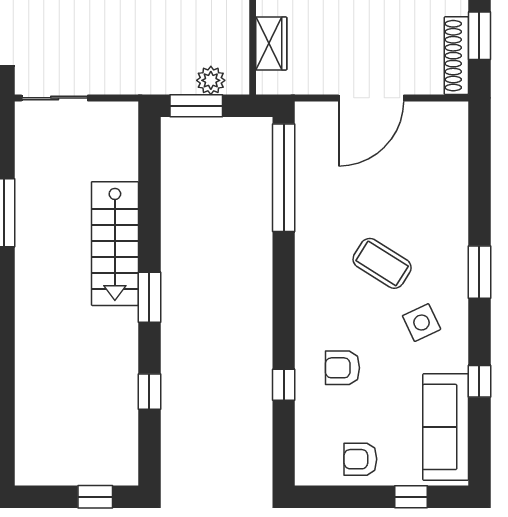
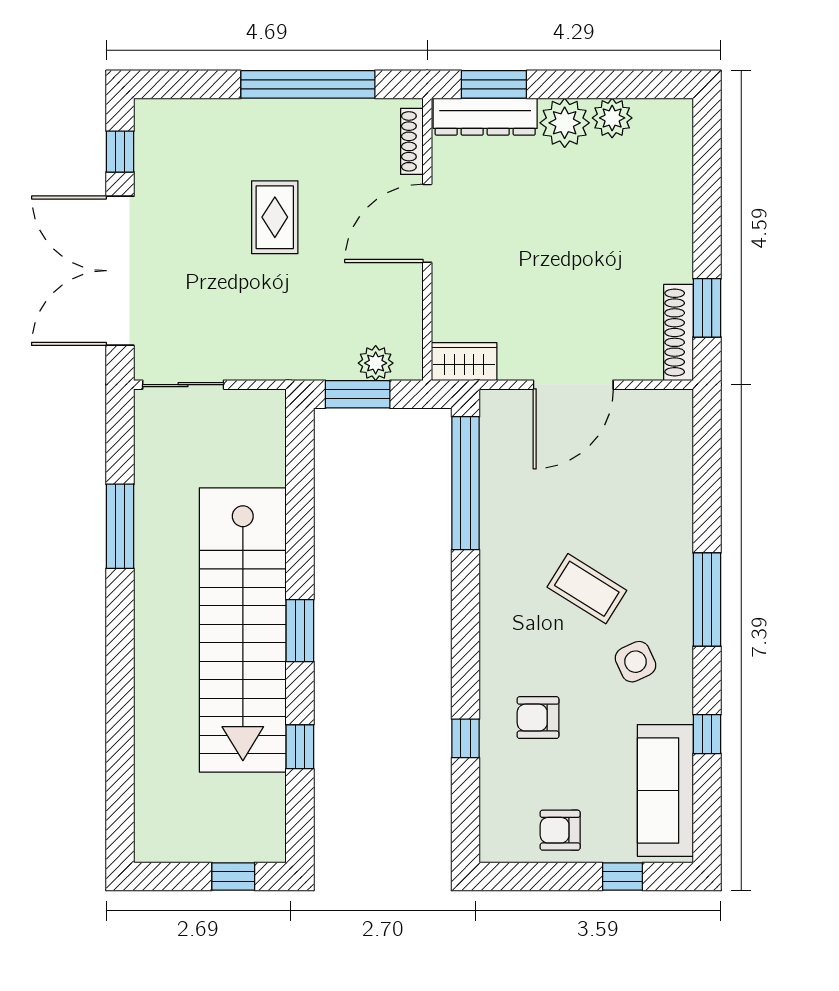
wardrobe: (271, 43) -> (464, 362), moved, turned -90
stairs: (115, 244) -> (243, 630), width x1.86, depth x1.51
window: (479, 272) -> (707, 599), width x1.44

